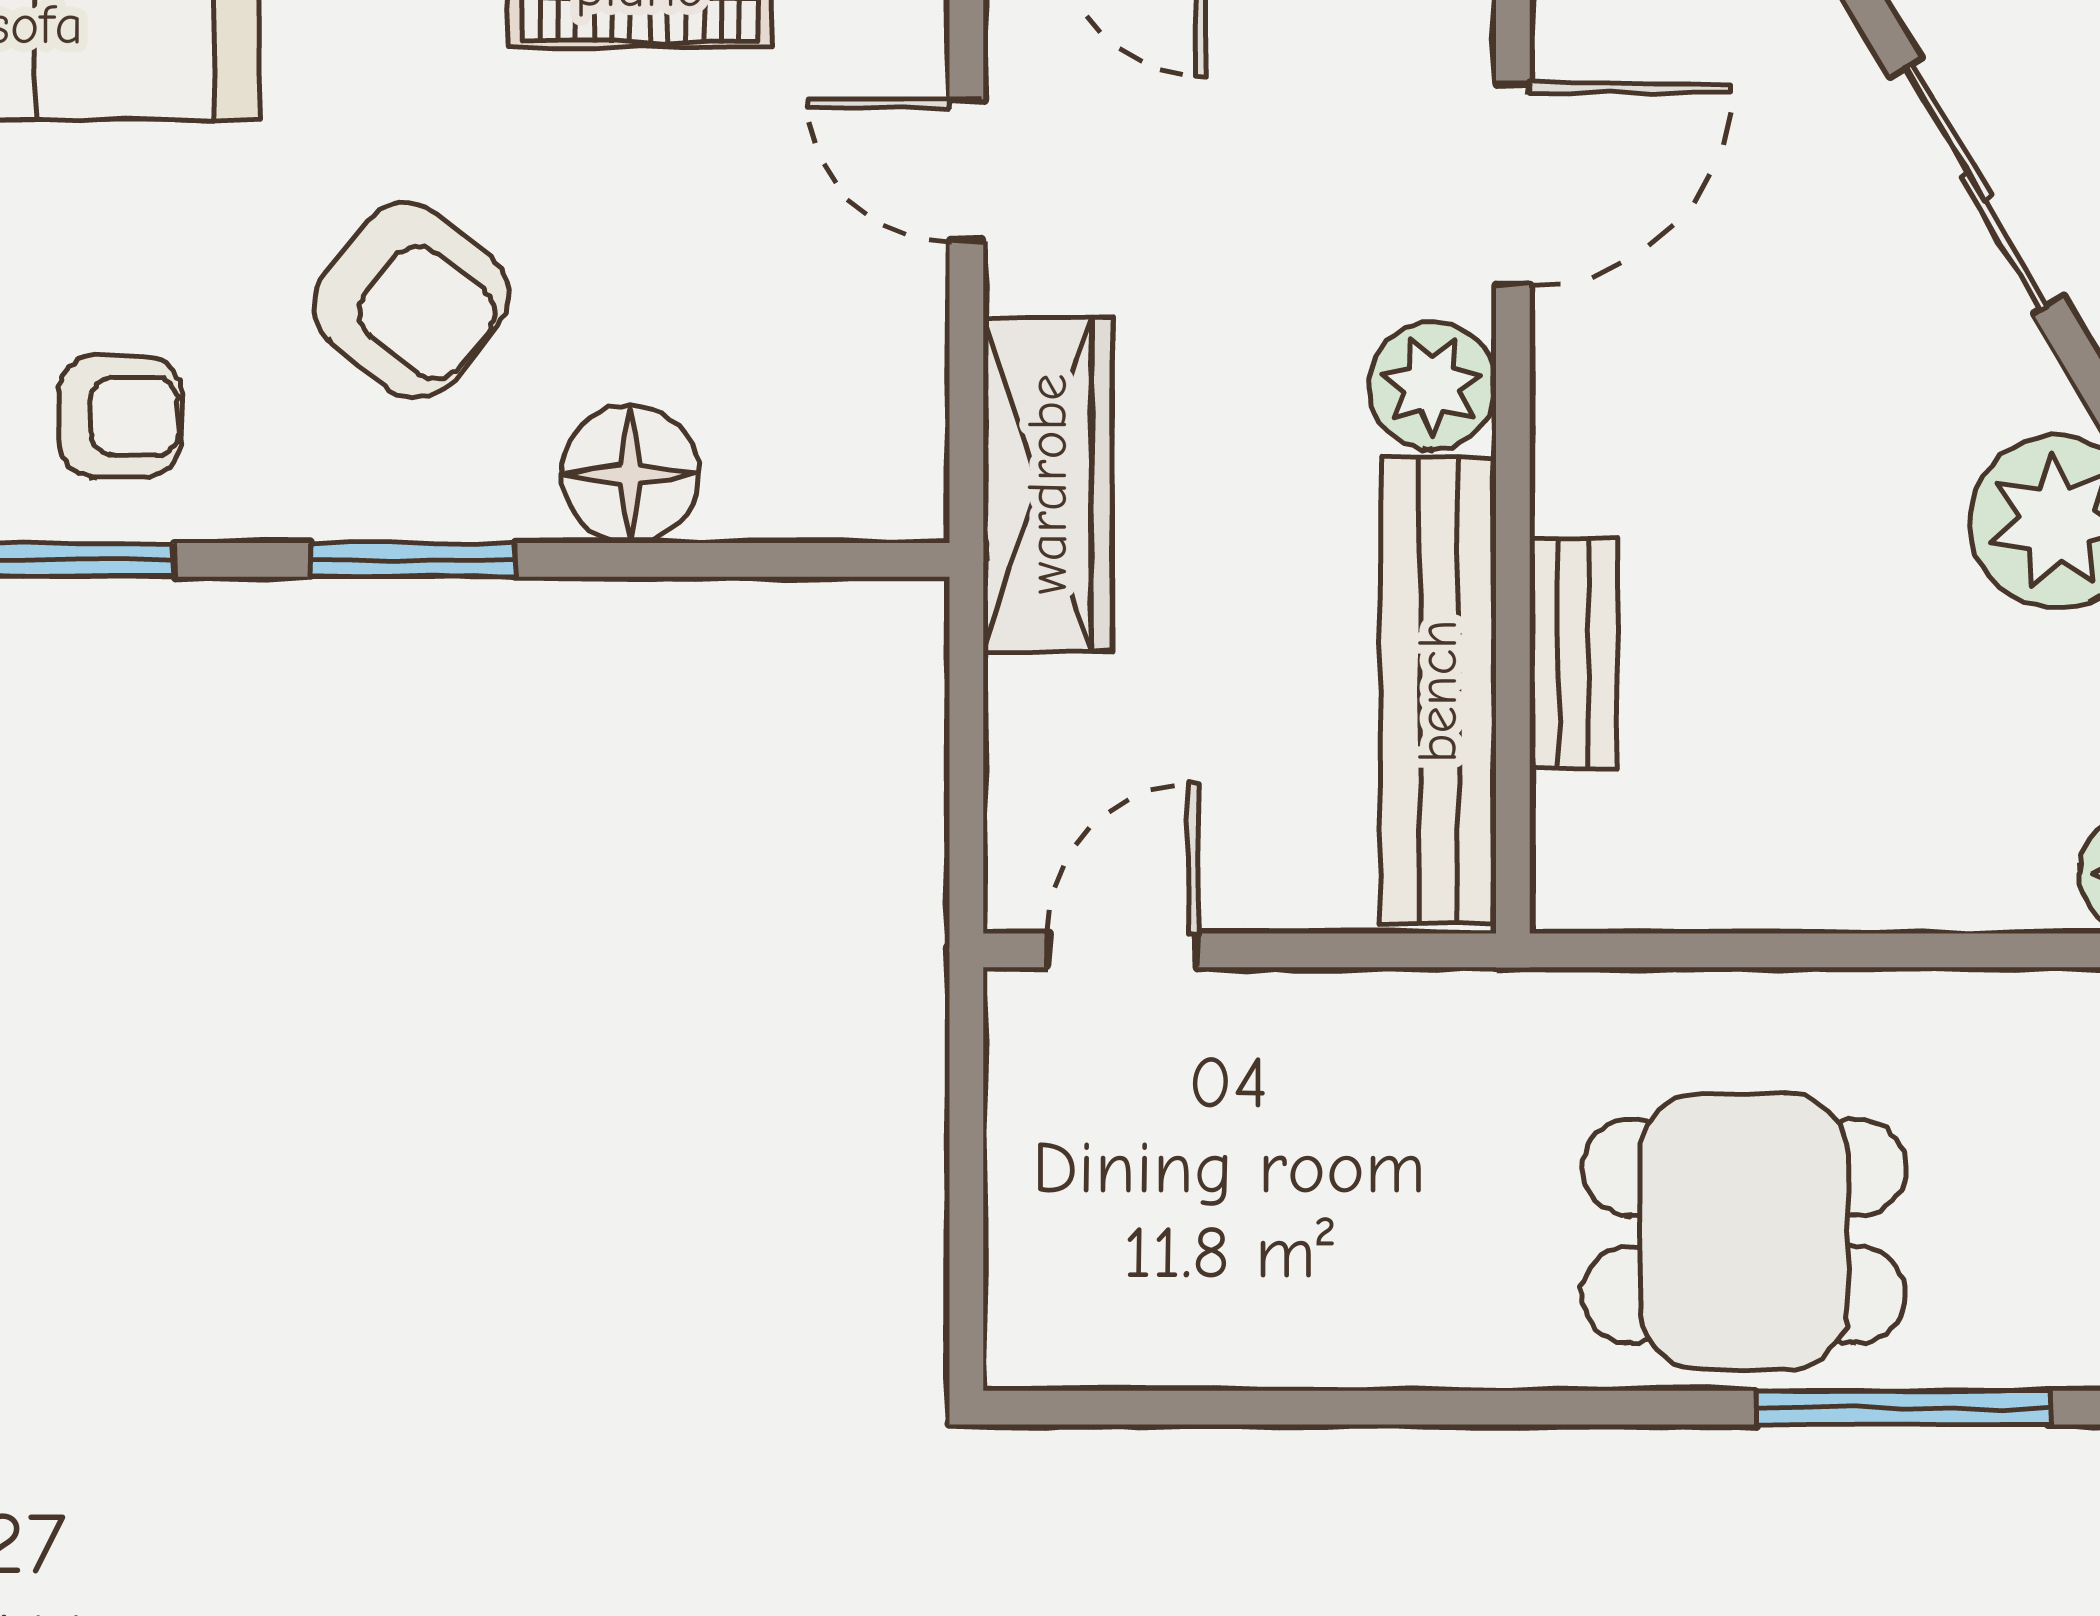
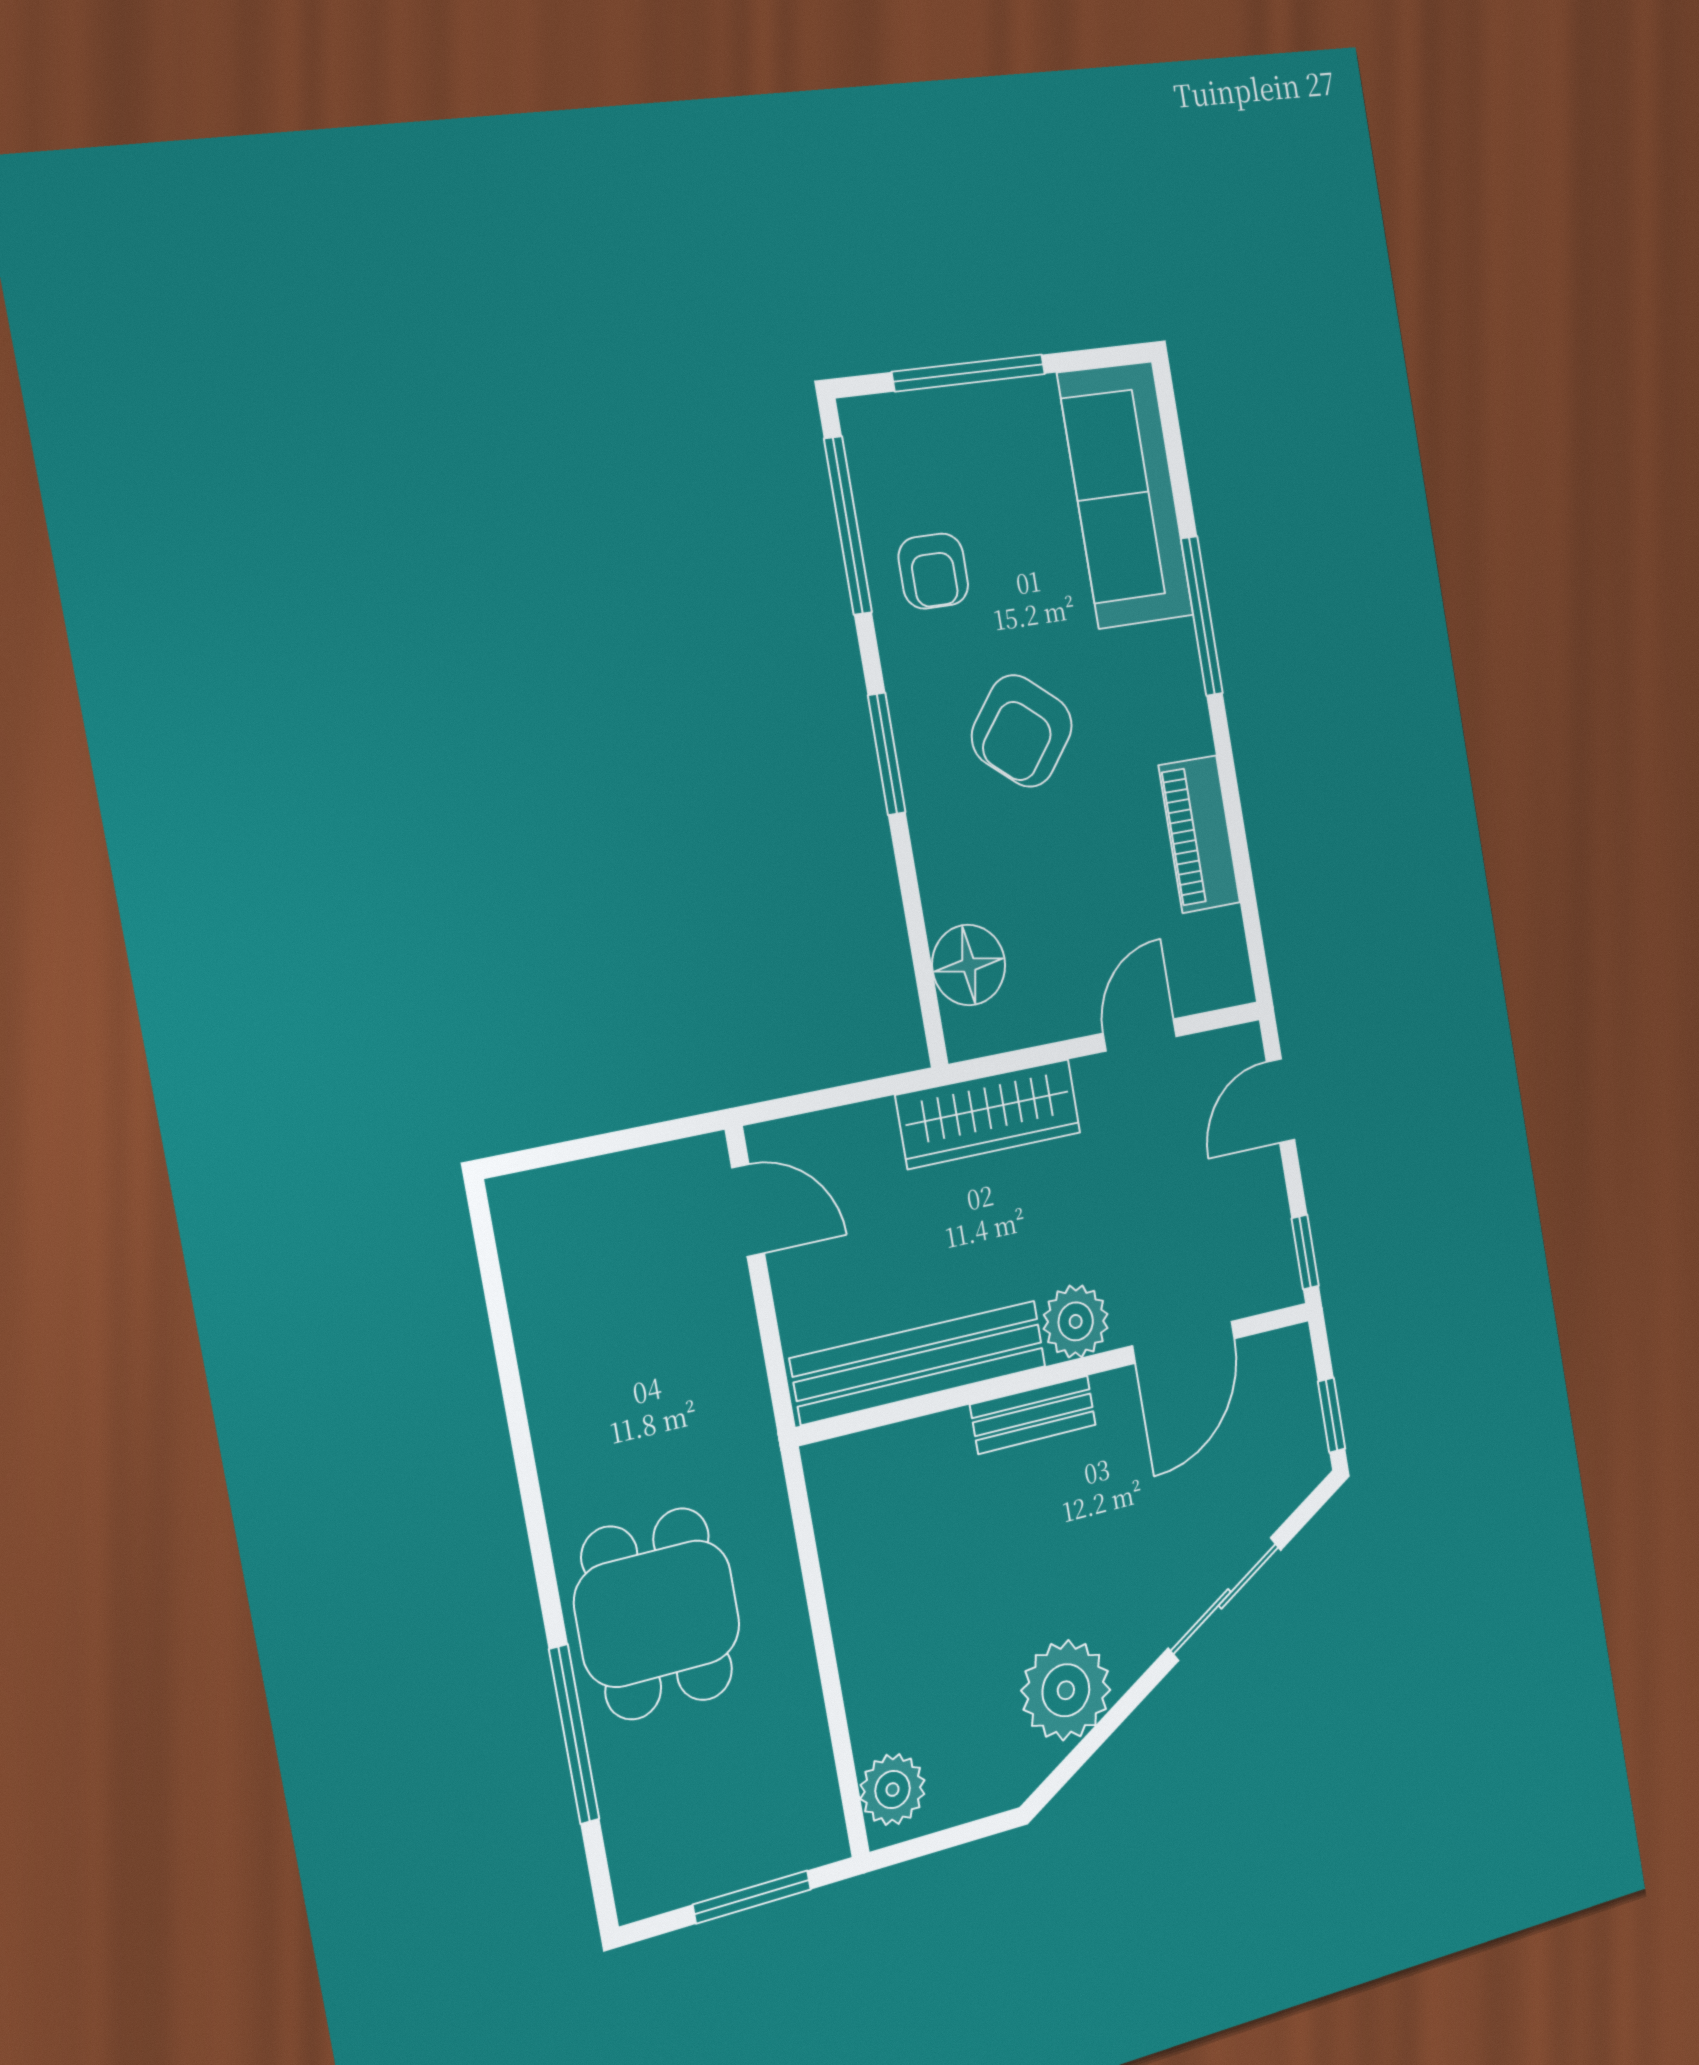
door: (1513, 184) -> (1184, 1342), hinge flipped
floor lamp: (630, 474) -> (969, 965), moved
bench: (1574, 653) -> (1033, 1415), moved

